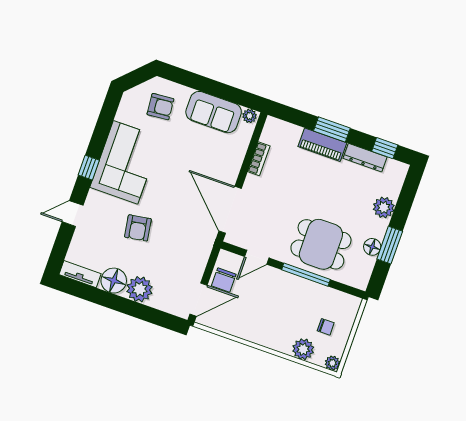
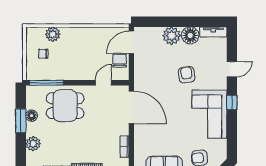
window: (306, 275) -> (46, 83), moved
plant: (332, 363) -> (31, 32), removed

